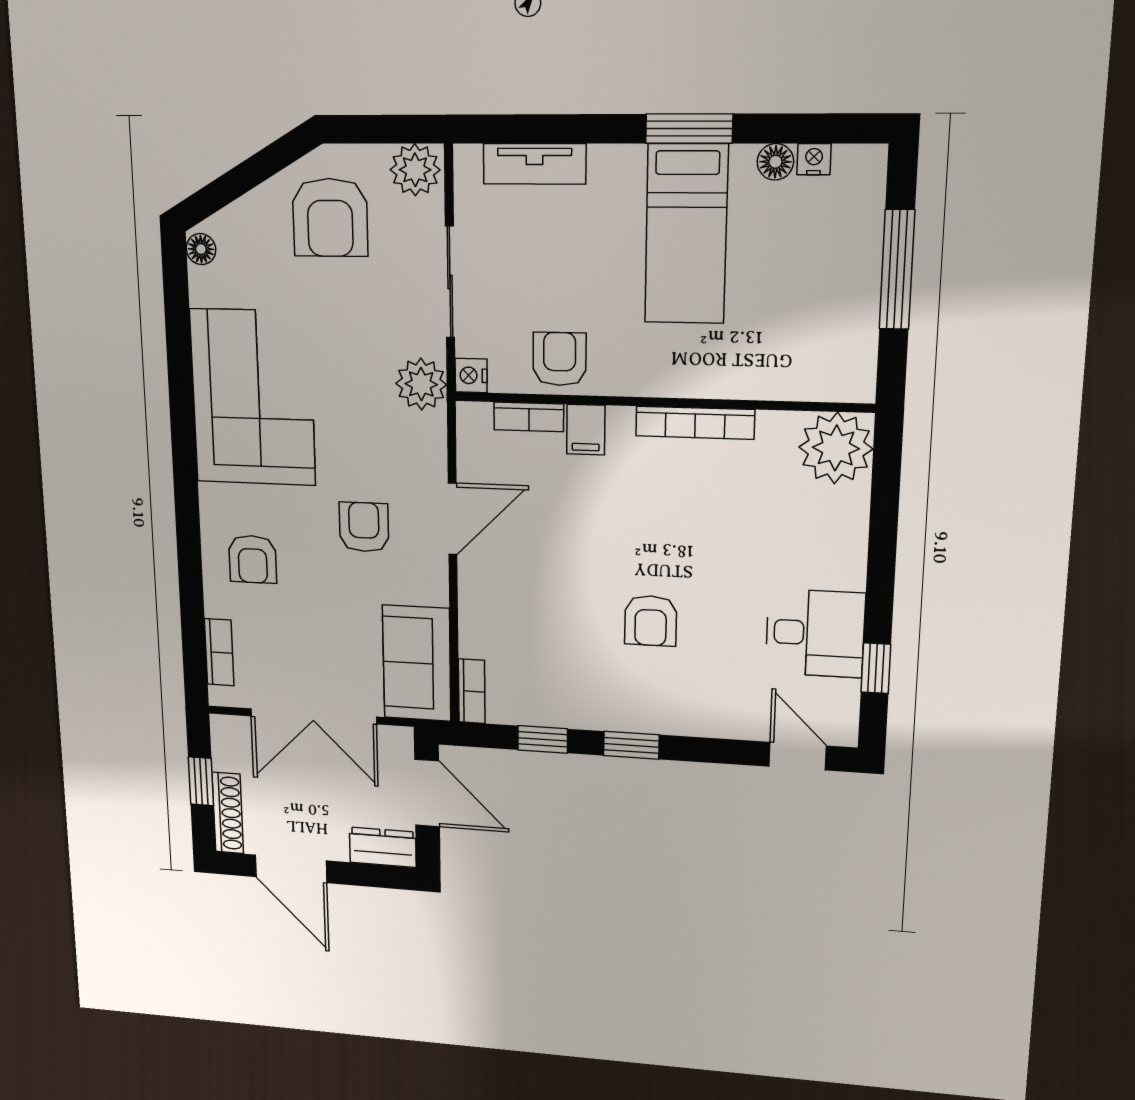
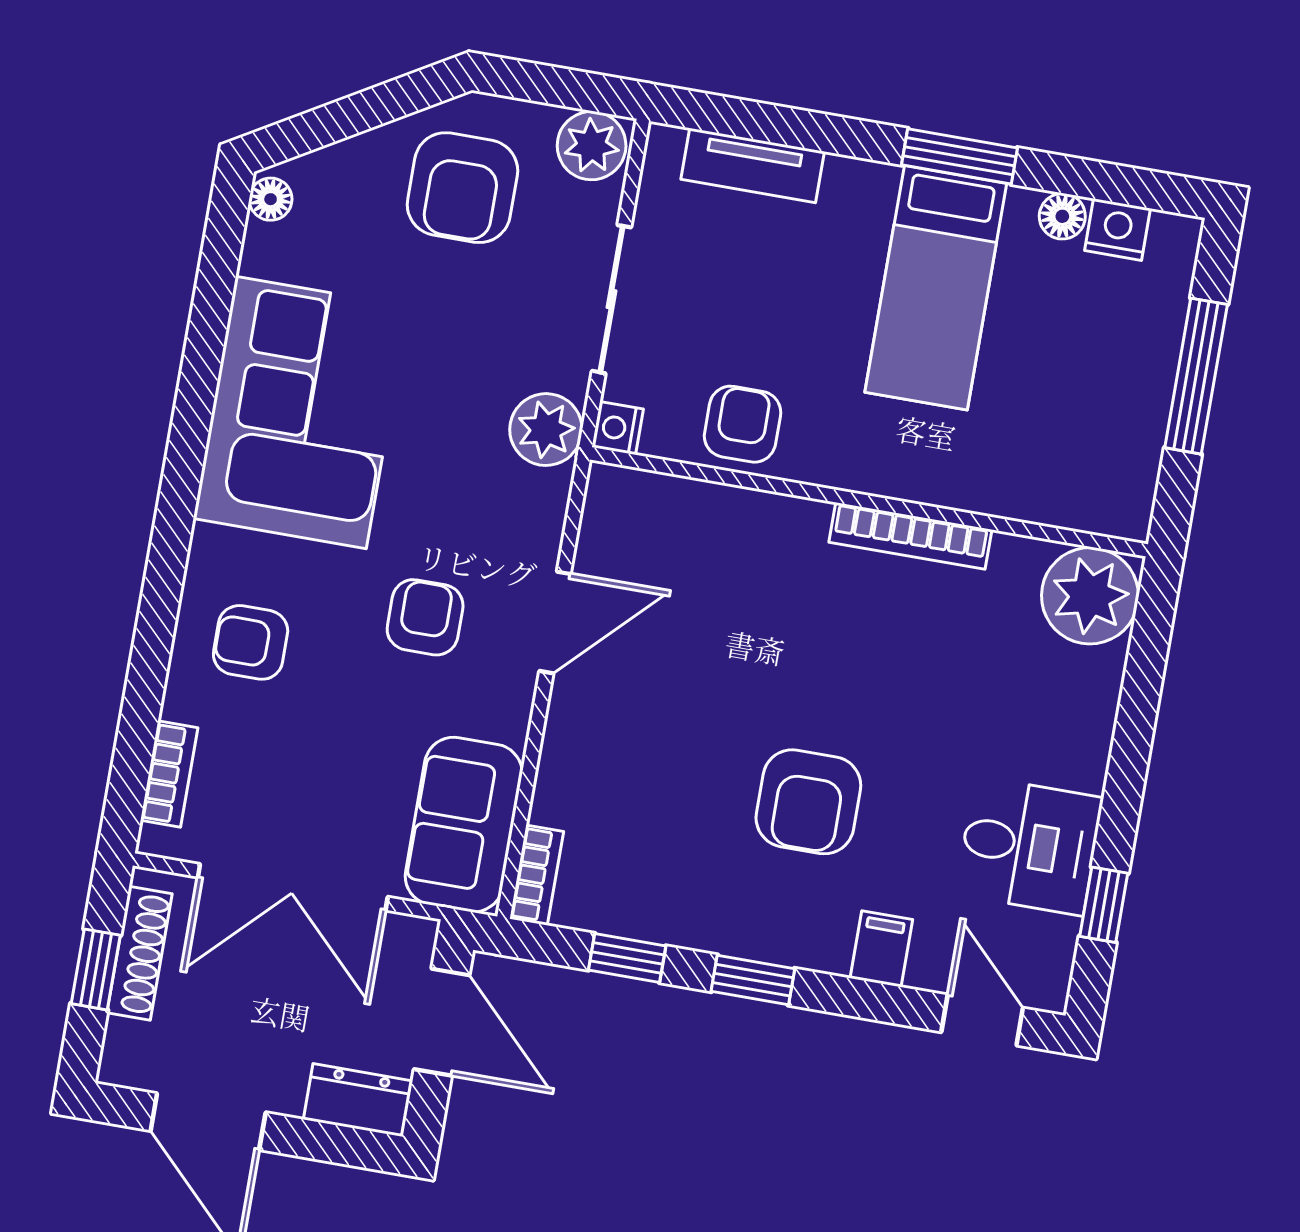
nightstand: (814, 159) -> (1117, 230), width x1.39, depth x1.35
bookcase: (529, 417) -> (687, 496), removed
filing cabinet: (586, 430) -> (881, 949), moved, turned 180
armchair: (253, 559) -> (251, 642), turned 90
armchair: (651, 621) -> (808, 802), width x1.38, depth x1.38
shoe rack: (228, 813) -> (140, 953), moved

